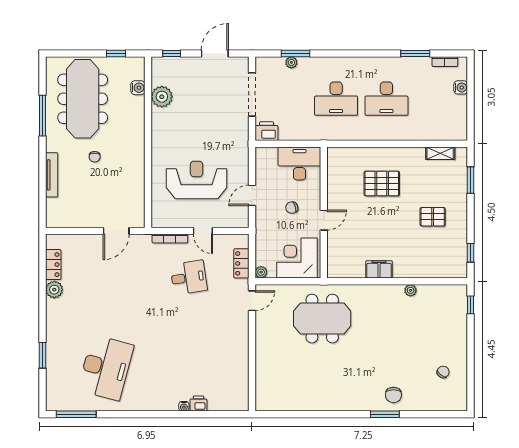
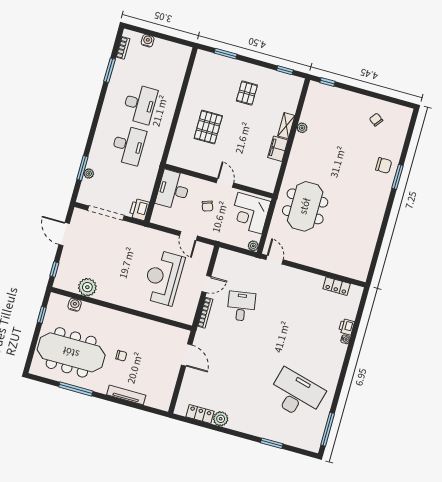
shelving: (440, 153) -> (286, 126), moved
locker: (241, 263) -> (337, 286), moved

